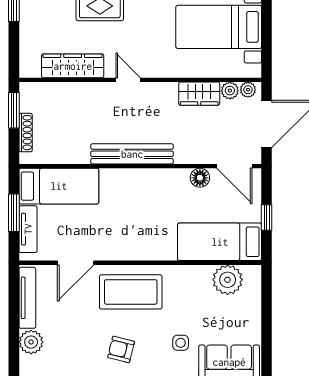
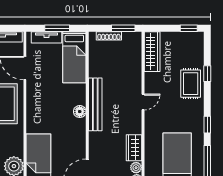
wardrobe: (73, 66) -> (152, 52), moved
floor lamp: (200, 178) -> (80, 112), moved

